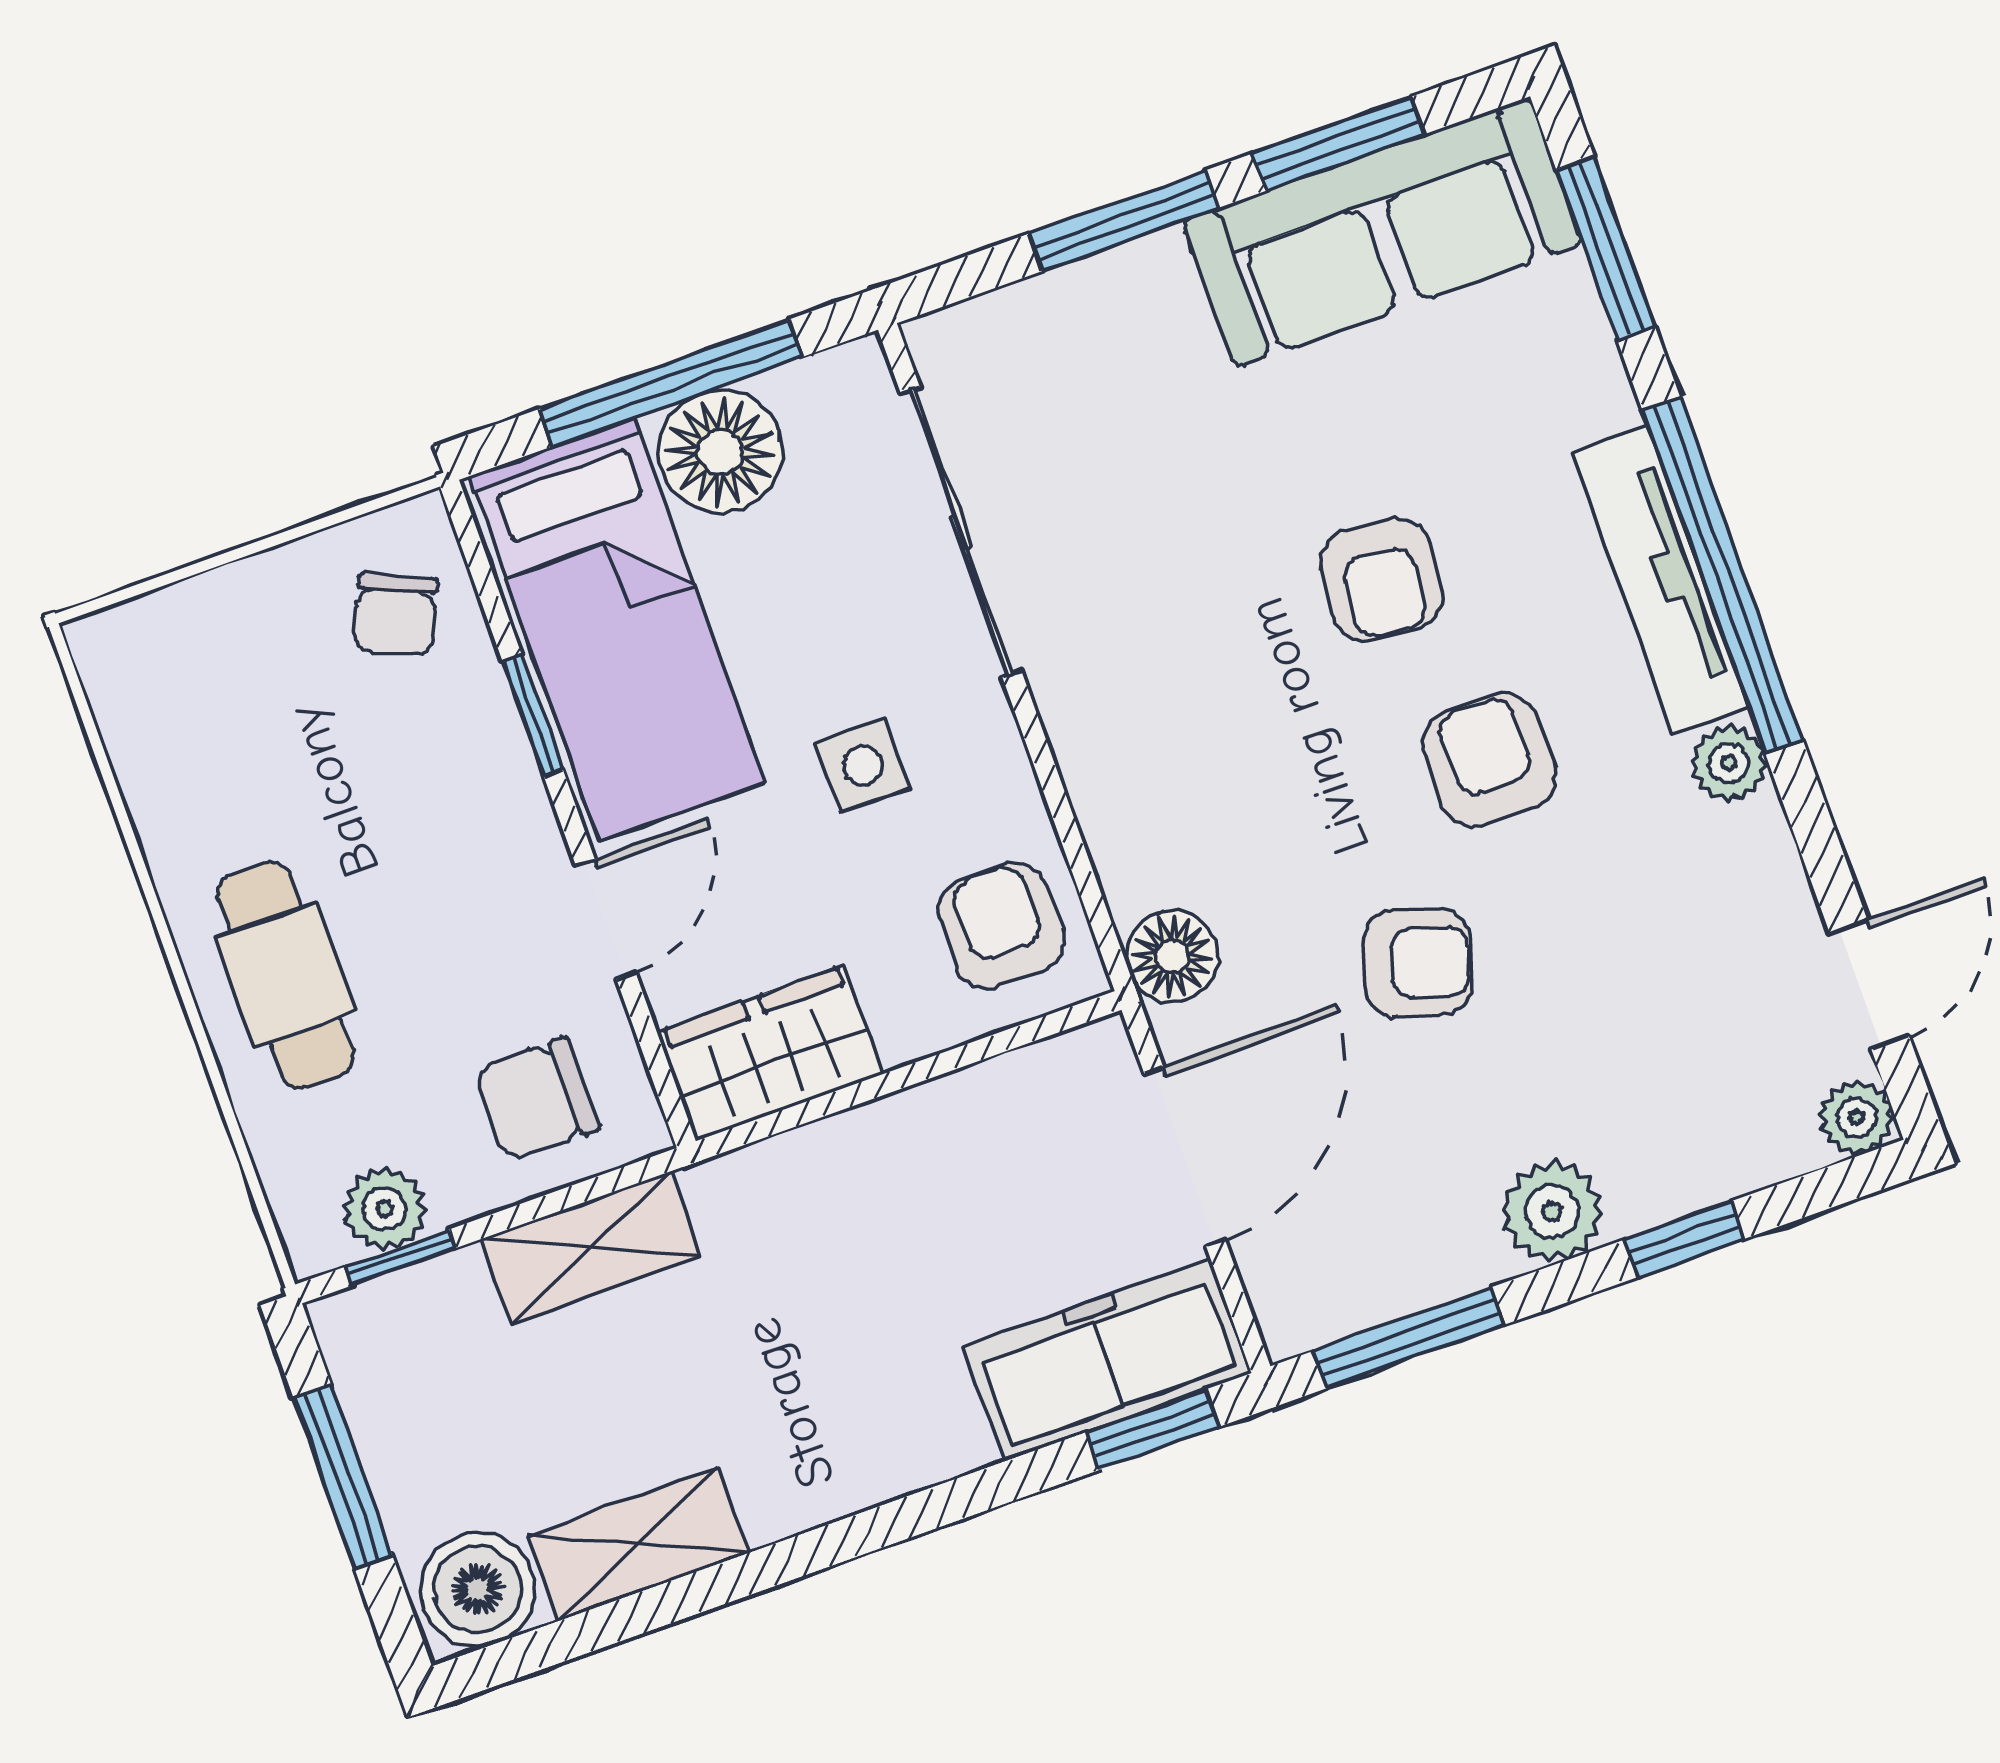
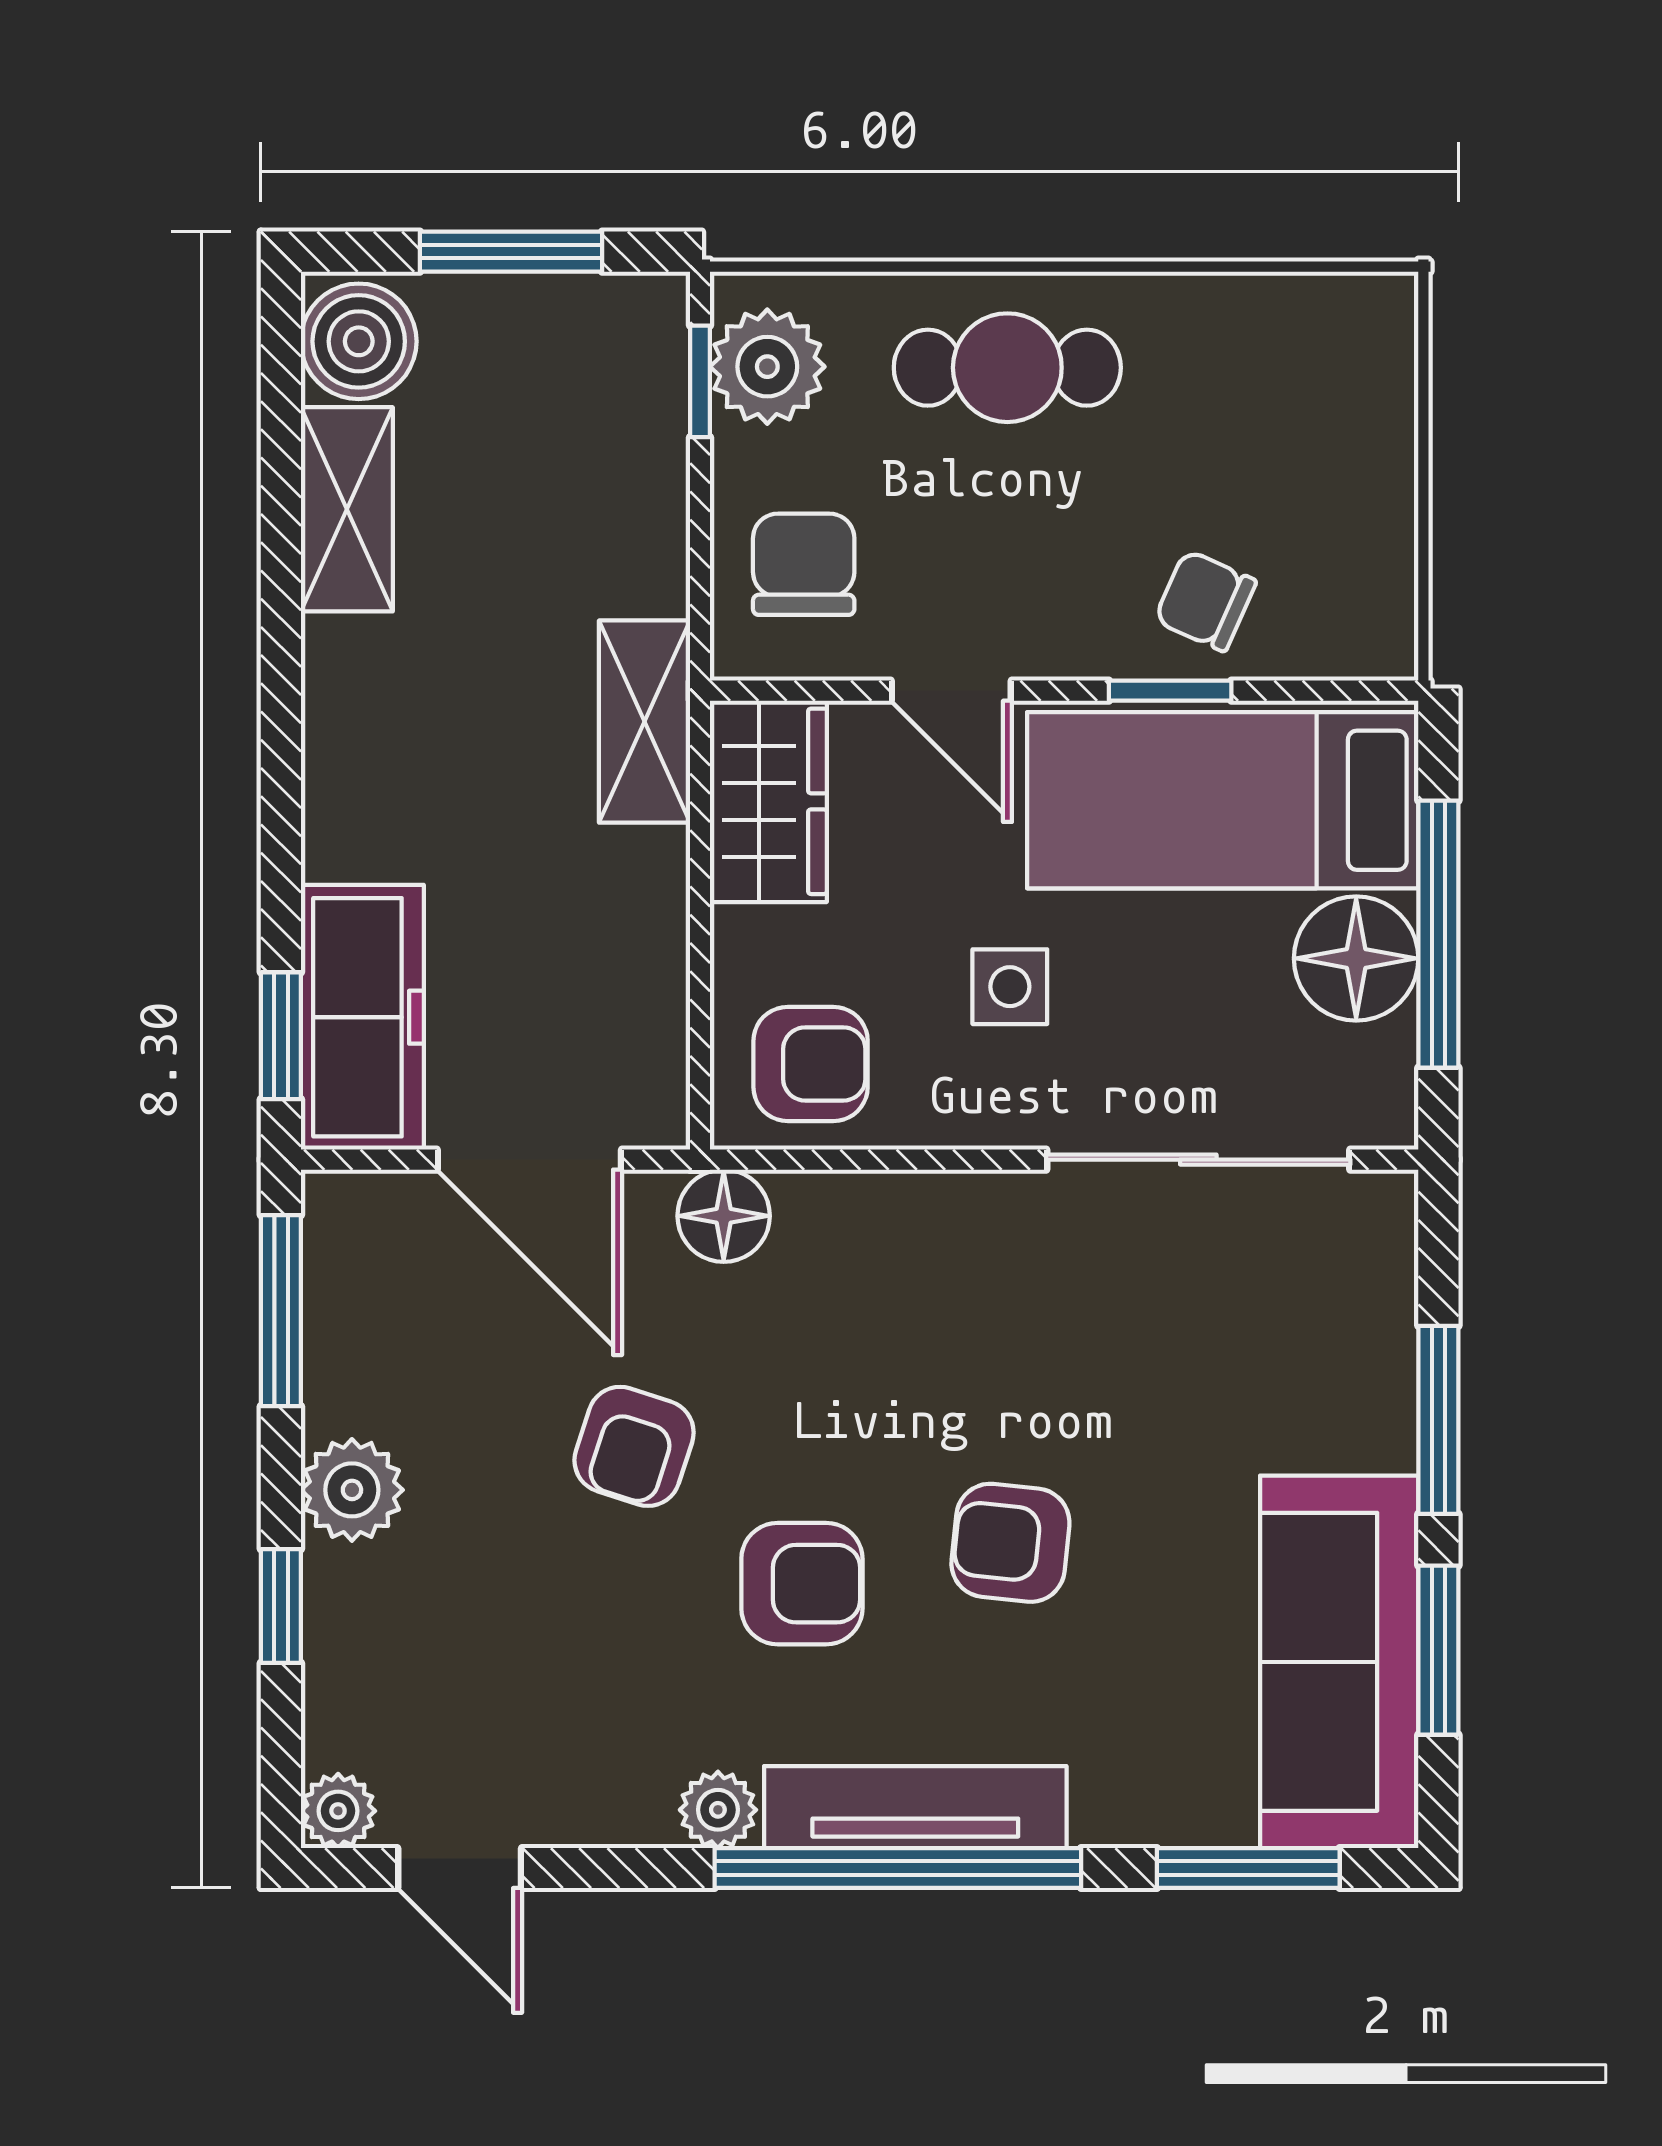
chair: (395, 615) -> (1205, 601), moved
plant: (384, 1209) -> (767, 367), width x1.38, depth x1.38
shelving: (591, 1248) -> (644, 722), moved

